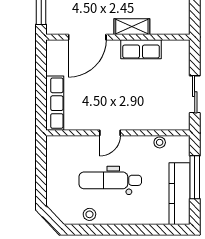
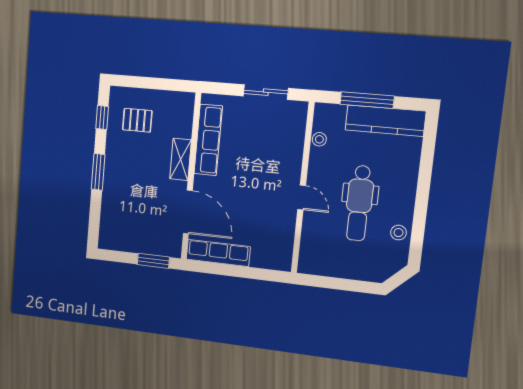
row of seats: (141, 49) -> (208, 140), width x1.48
row of seats: (55, 103) -> (218, 253), moved

